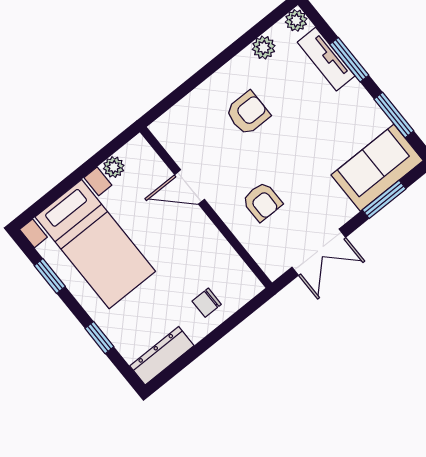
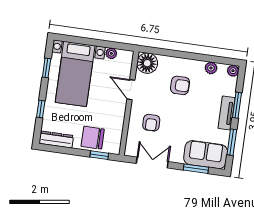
tv unit: (326, 59) -> (227, 113), moved
floor lamp: (174, 130) -> (147, 63), added
double door: (319, 252) -> (152, 163), swing flipped
chair: (207, 303) -> (93, 138), width x1.87, depth x1.87
window: (239, 316) -> (99, 155), added

